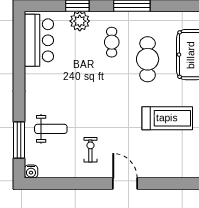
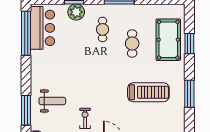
window: (19, 47) -> (26, 33), added
cafe table: (148, 59) -> (132, 44), width x0.73, depth x0.74

